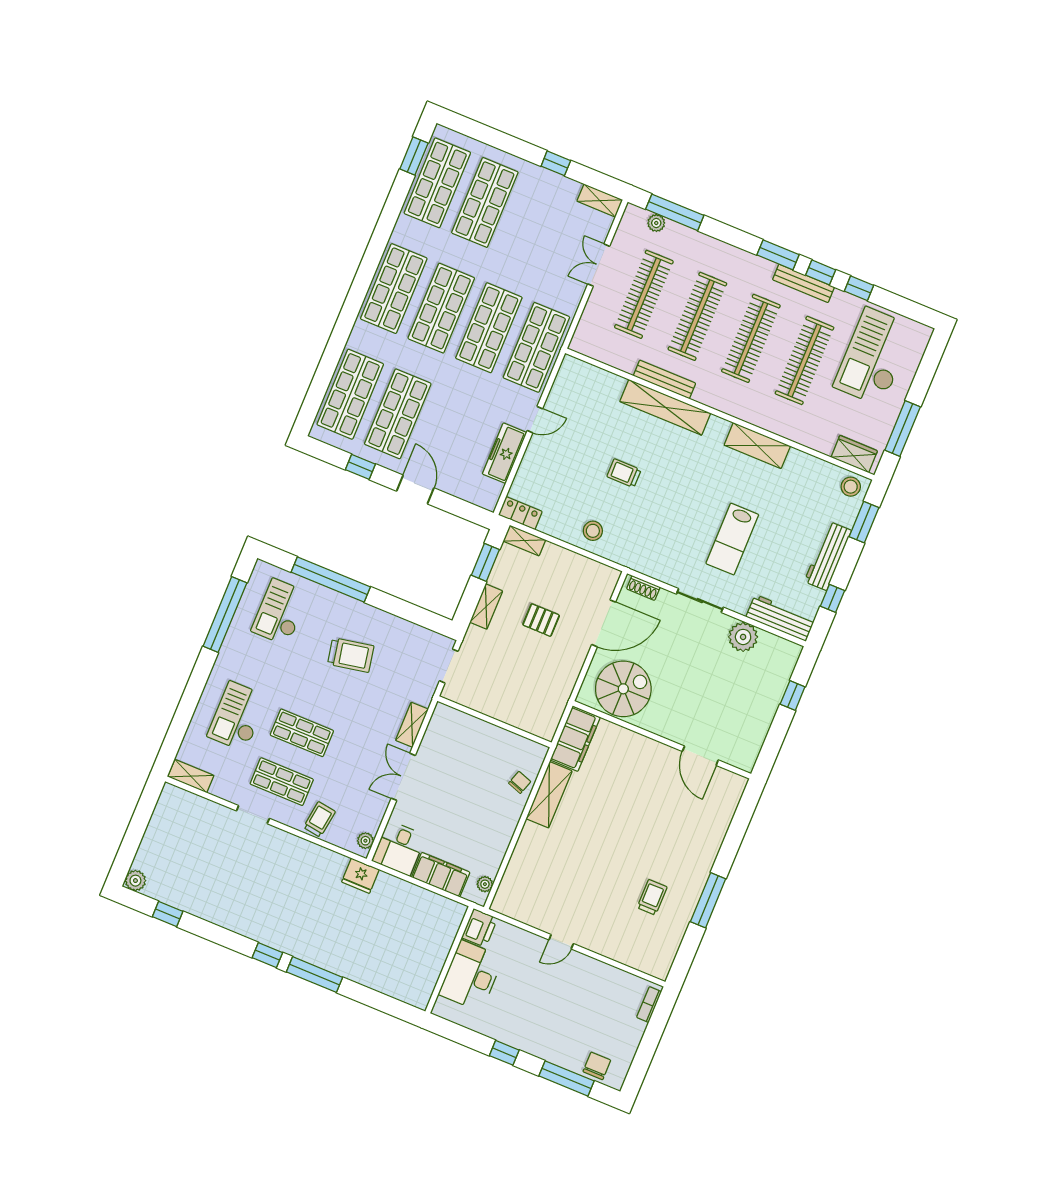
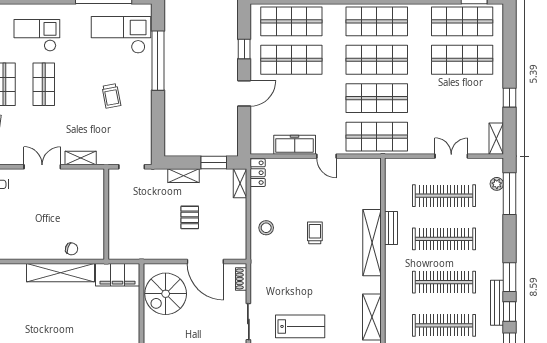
bench: (664, 379) -> (391, 228), width x0.73
lab bench: (732, 539) -> (300, 326), turned 180
checkout: (280, 612) -> (121, 35), width x1.36, depth x1.21
trolley: (351, 655) -> (111, 96), width x0.73, depth x0.72
spiral stairs: (623, 689) -> (166, 294), turned 90
shelving: (549, 795) -> (61, 273), width x1.47

